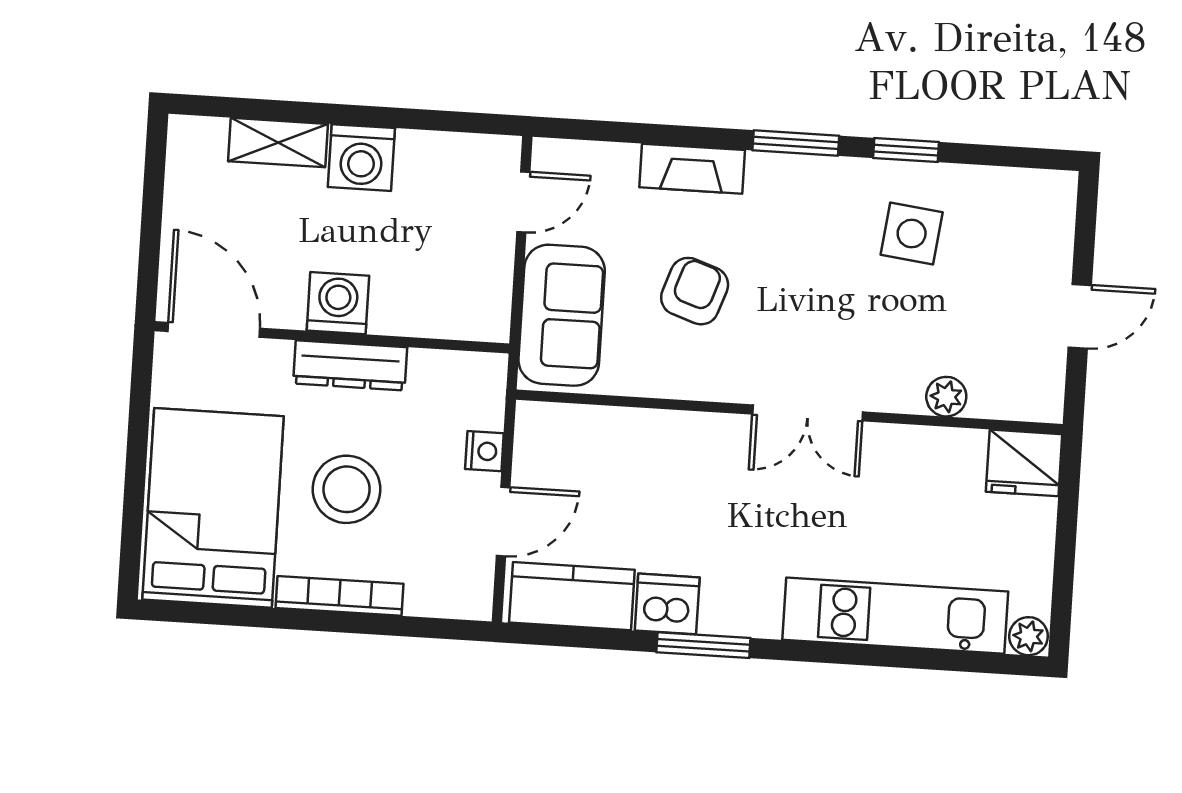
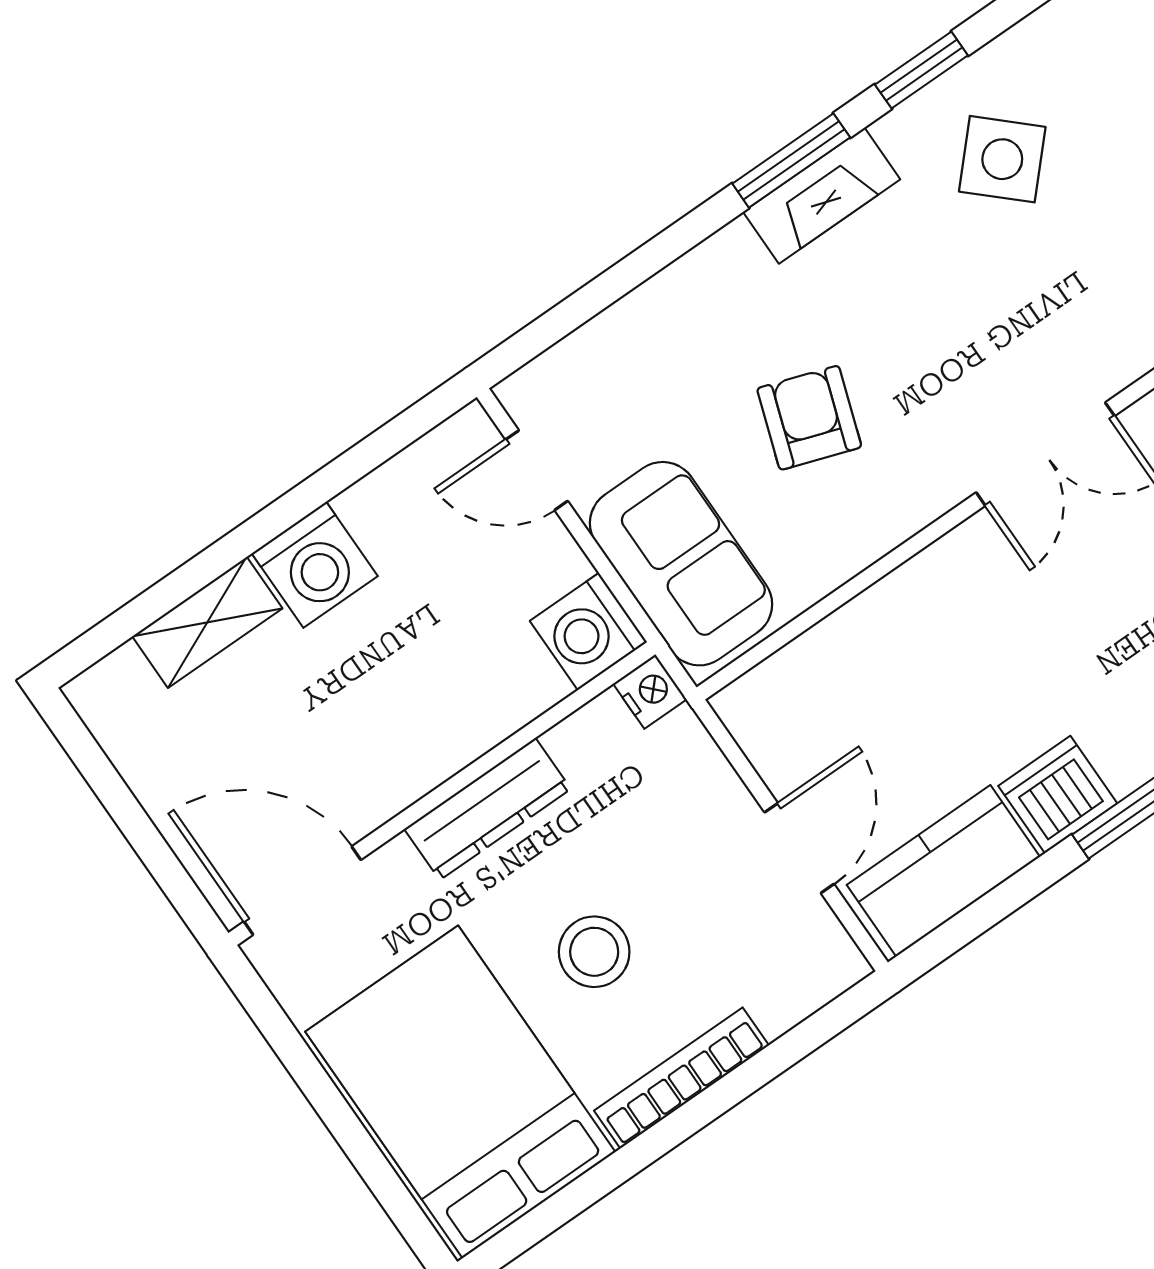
fireplace: (692, 169) -> (822, 196), moved
door: (523, 202) -> (537, 470), swing flipped
side table: (912, 234) -> (1002, 159), turned 36
washing machine: (338, 303) -> (588, 631), moved, turned -90
nightstand: (484, 451) -> (650, 691), moved
stool: (347, 489) -> (594, 952), width x0.73, depth x0.73

